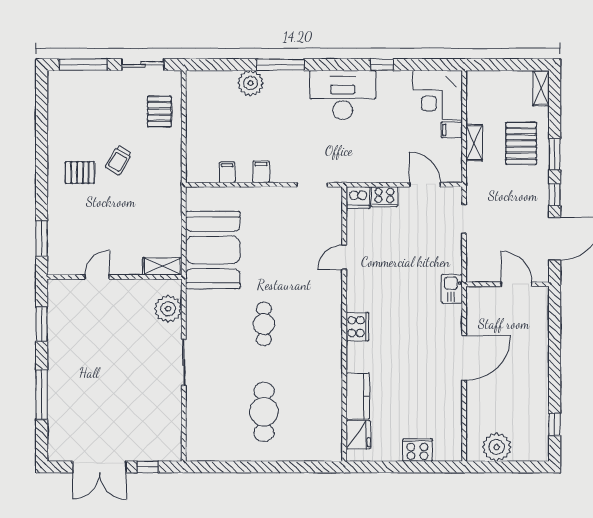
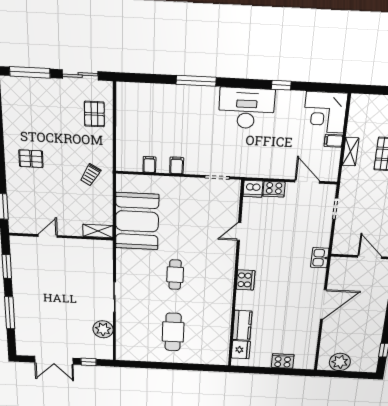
plant: (251, 83) -> (170, 95), removed
trolley: (118, 160) -> (90, 175), moved
plant: (168, 309) -> (103, 329), moved

